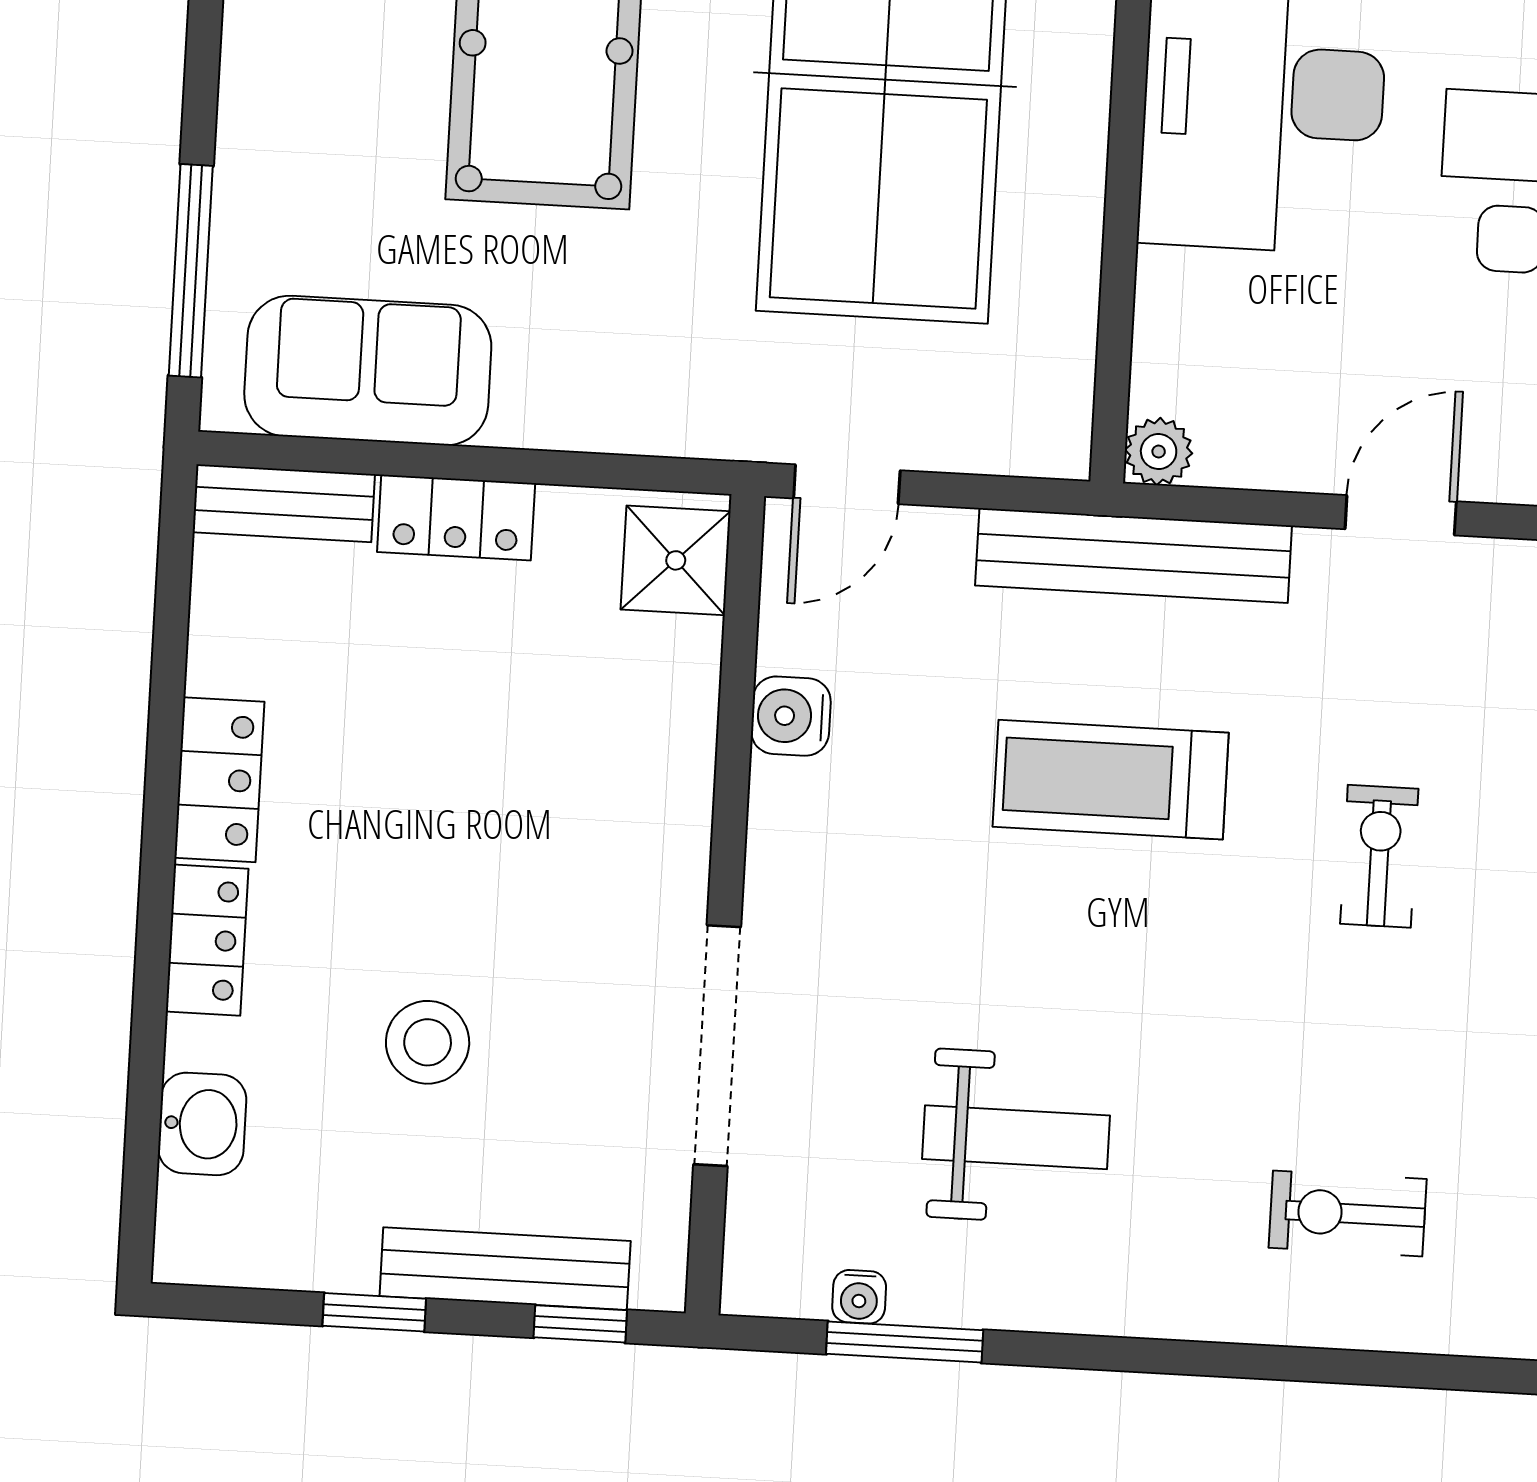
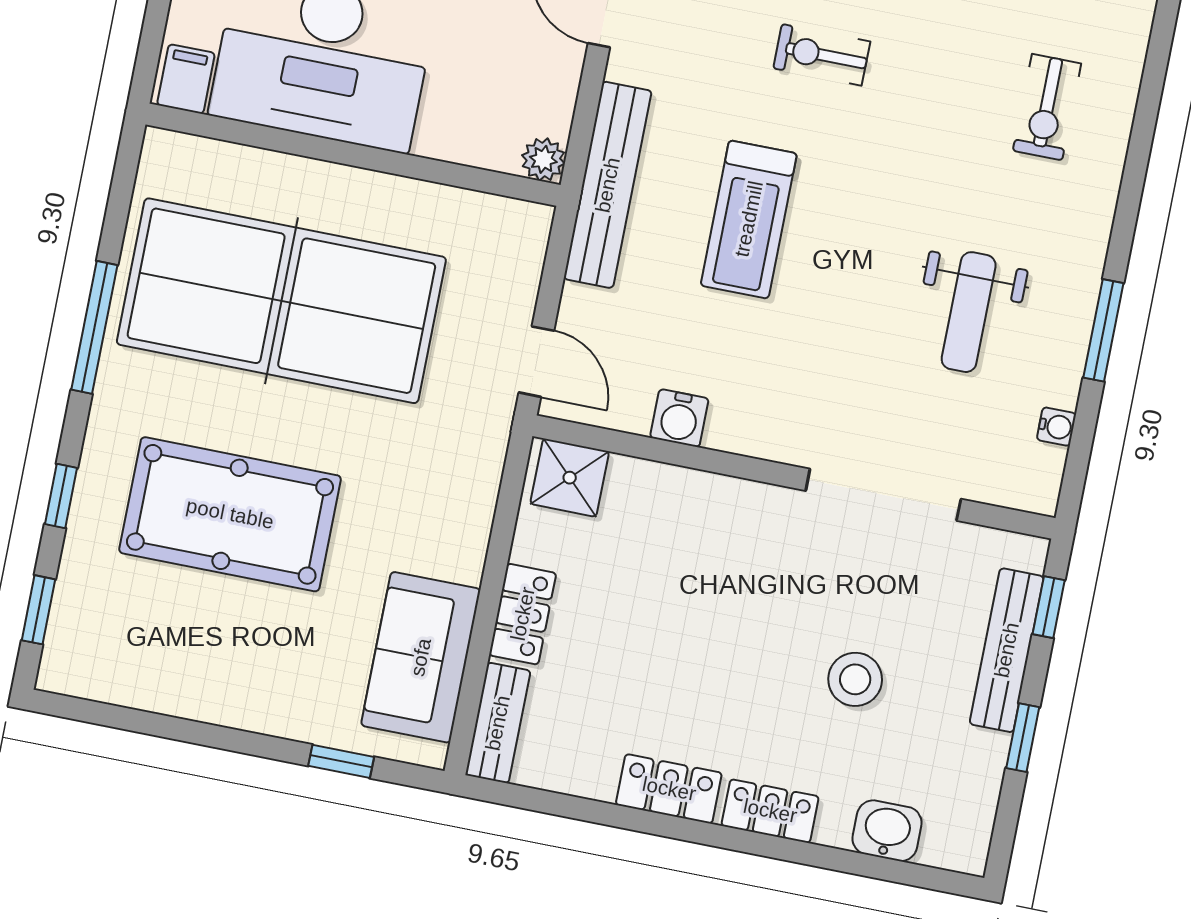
window: (191, 271) -> (341, 761), width x0.46
weight bench: (1016, 1137) -> (969, 312), turned 180
window: (905, 1342) -> (1103, 330), moved

